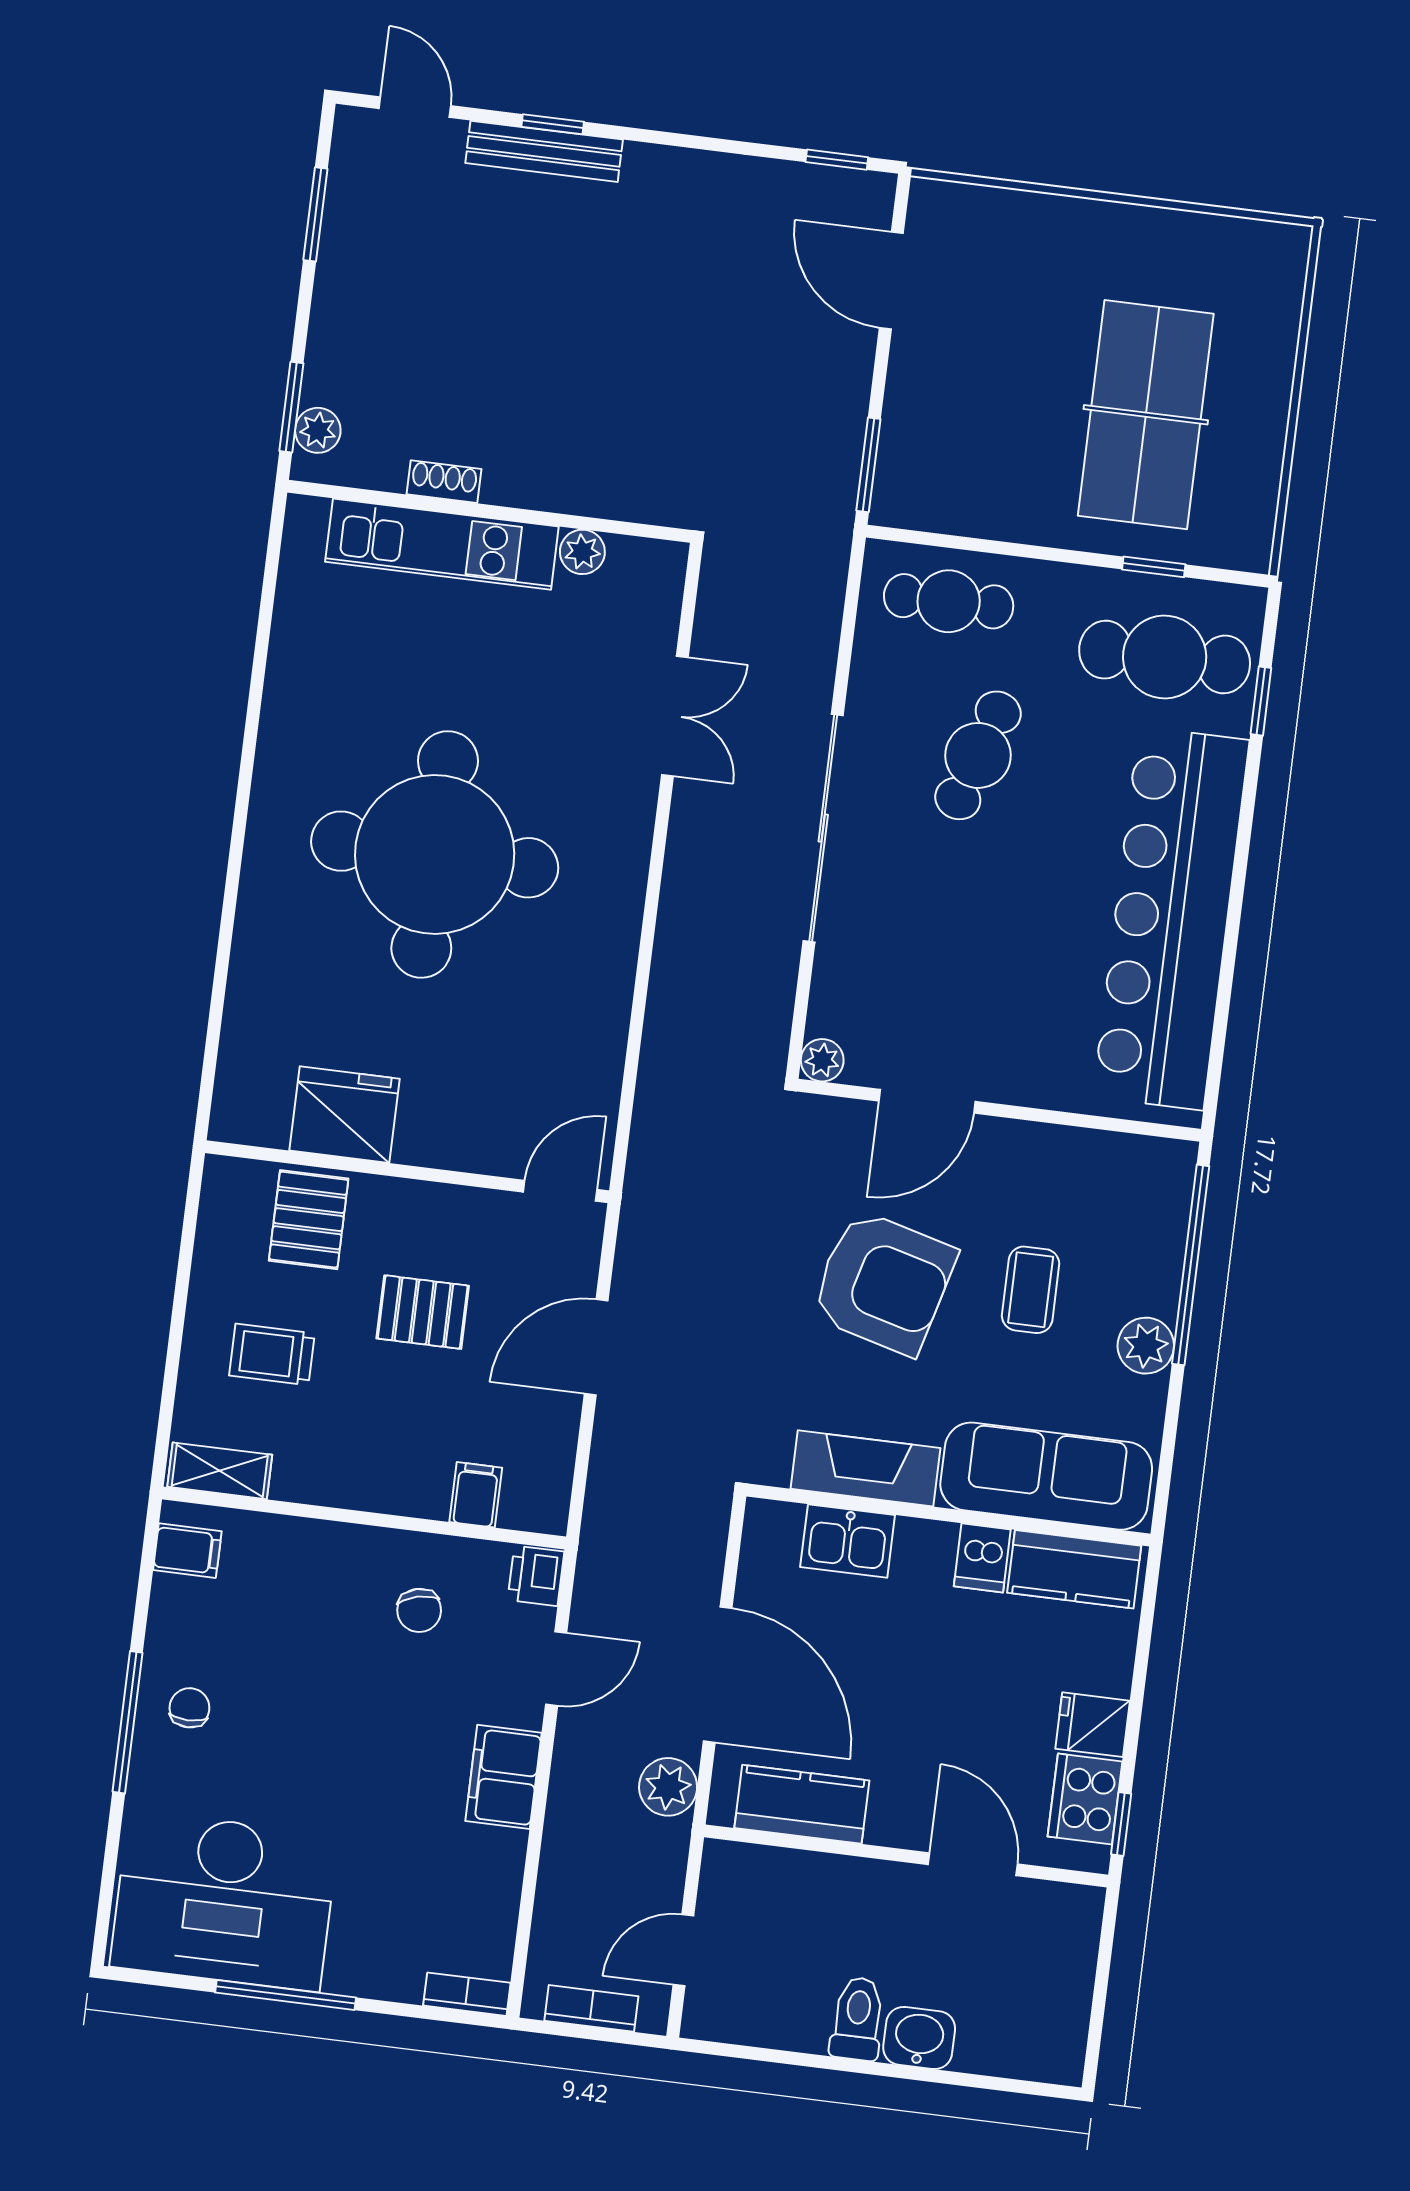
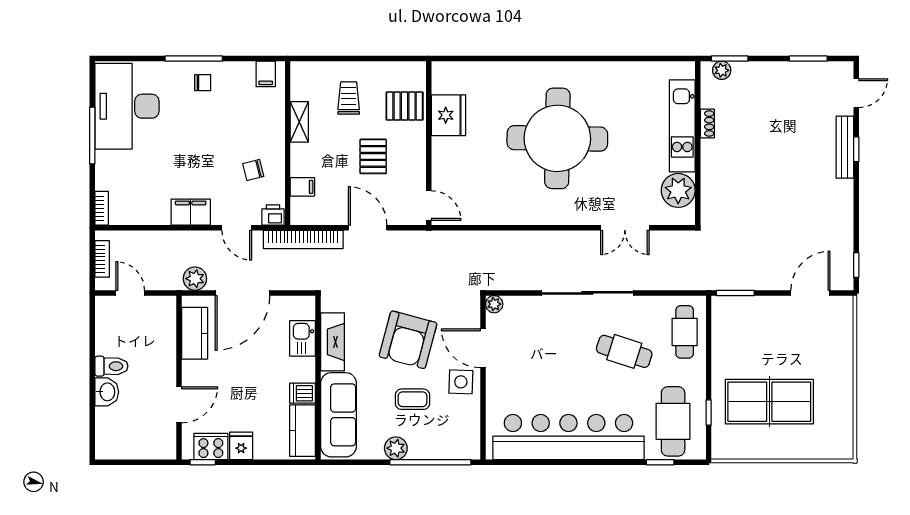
plant: (582, 552) -> (678, 190), width x1.88, depth x1.88
side table: (1003, 1166) -> (461, 382), added
shelving: (220, 1471) -> (299, 122), moved
bookcase: (605, 1509) -> (303, 239), added

